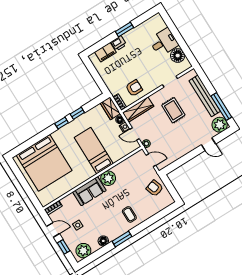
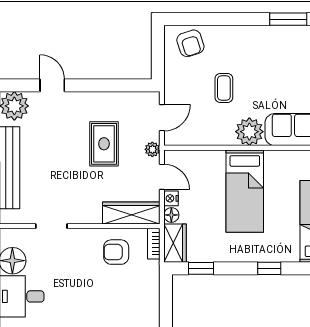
rug: (173, 110) -> (104, 144), moved
window: (77, 113) -> (201, 268), moved
door: (151, 160) -> (162, 118), swing flipped
armchair: (155, 188) -> (190, 43), moved
coffee table: (129, 214) -> (224, 88), moved

